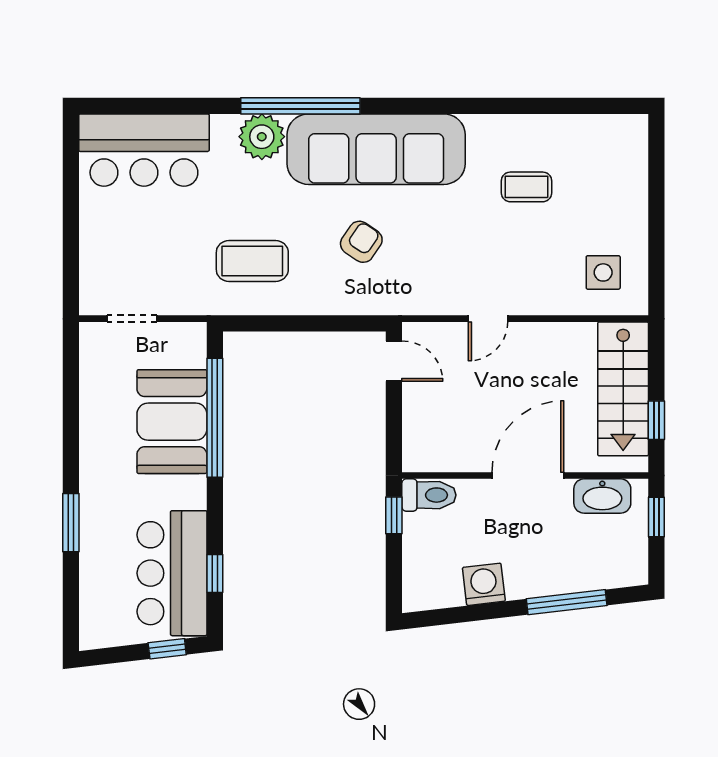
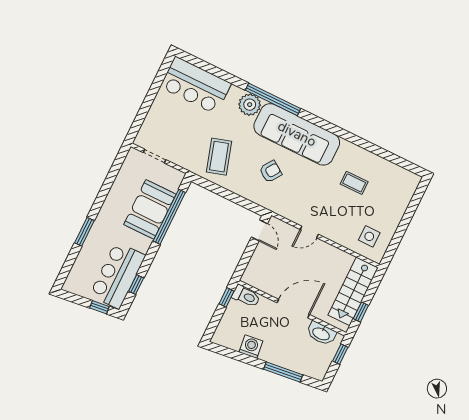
coffee table: (252, 261) -> (219, 157), turned 73

